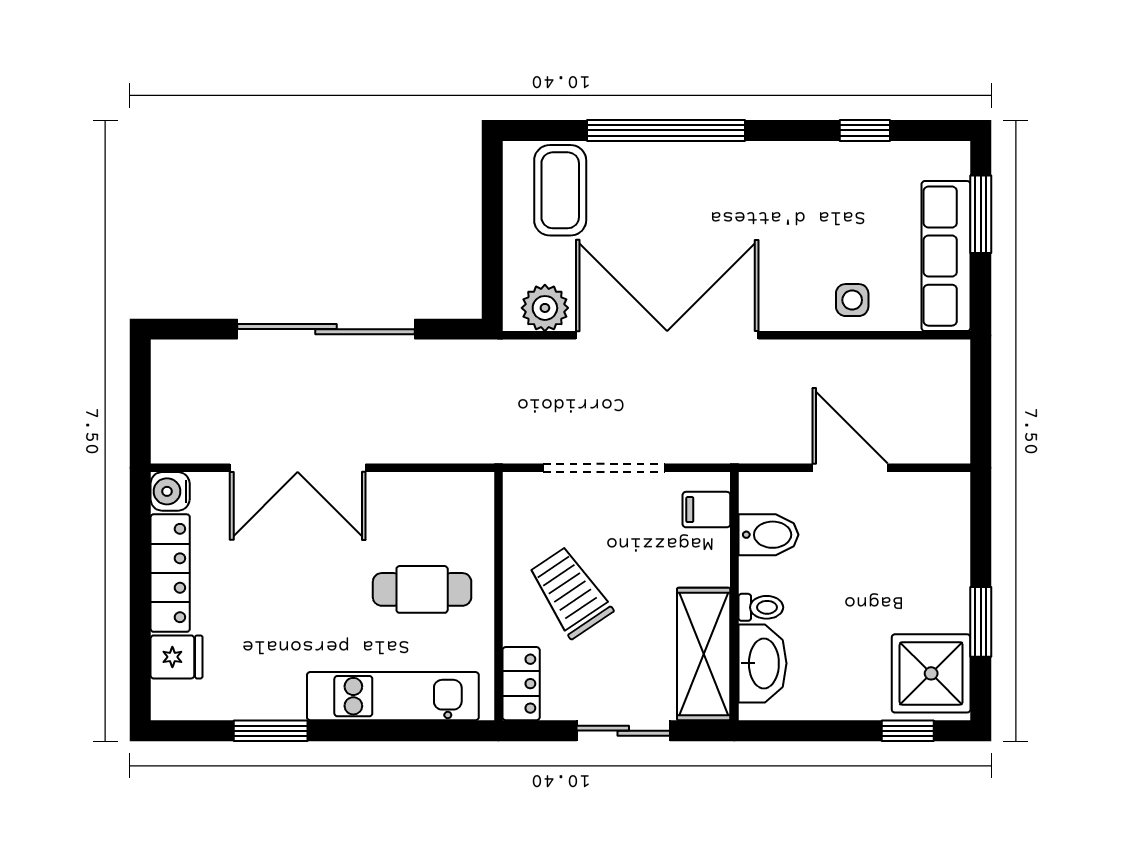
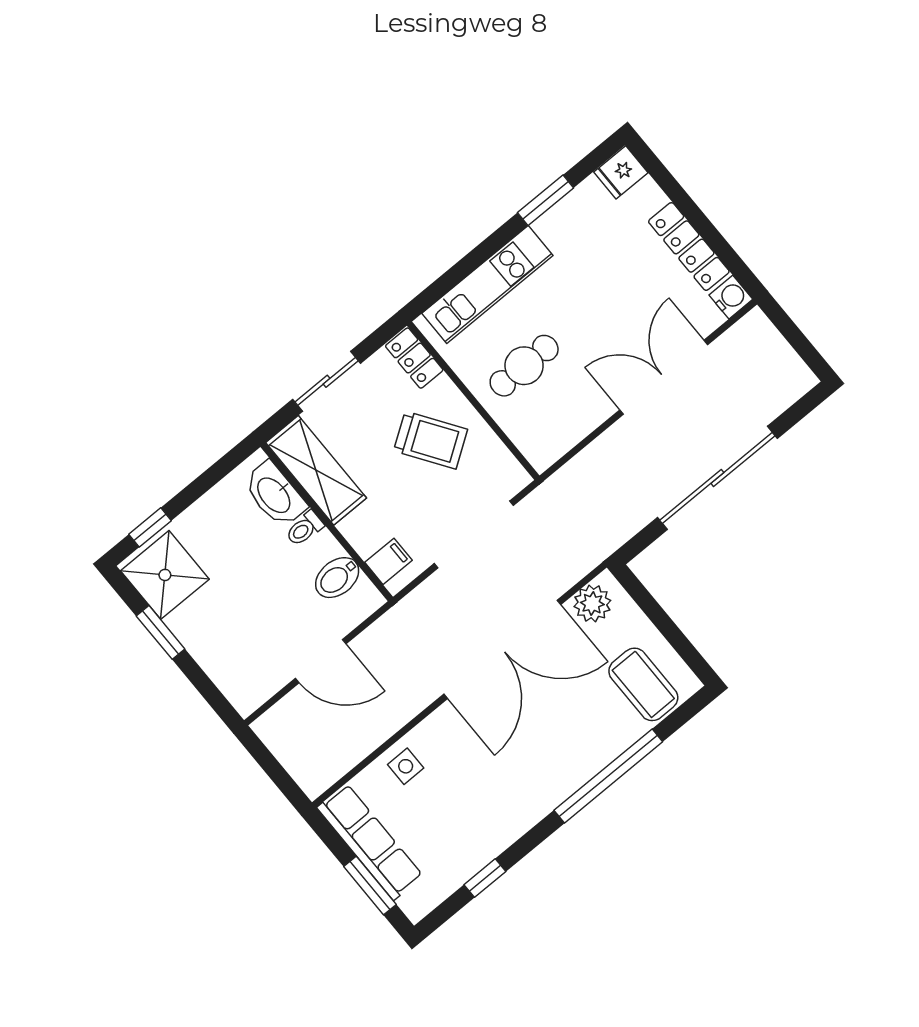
fridge: (177, 657) -> (621, 172), moved

